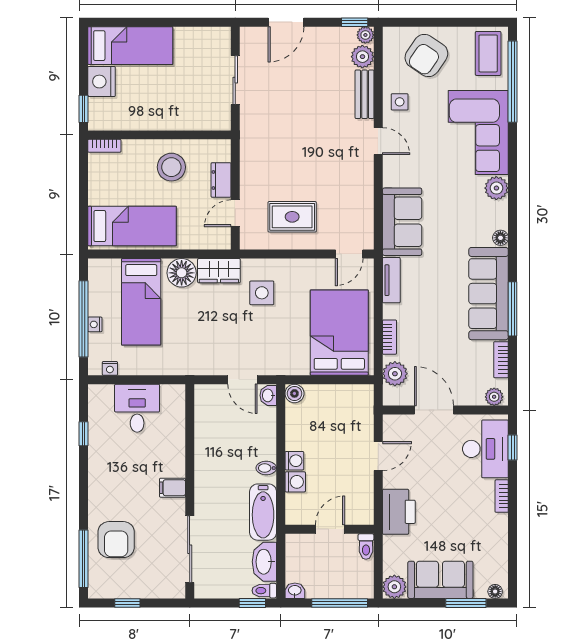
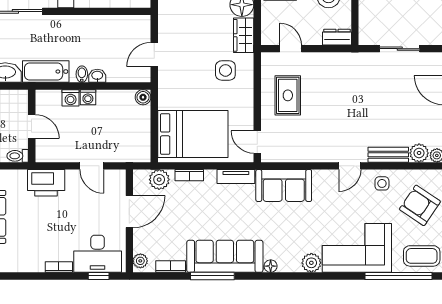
dresser: (221, 180) -> (337, 37), moved
washbasin: (268, 395) -> (97, 76), moved

